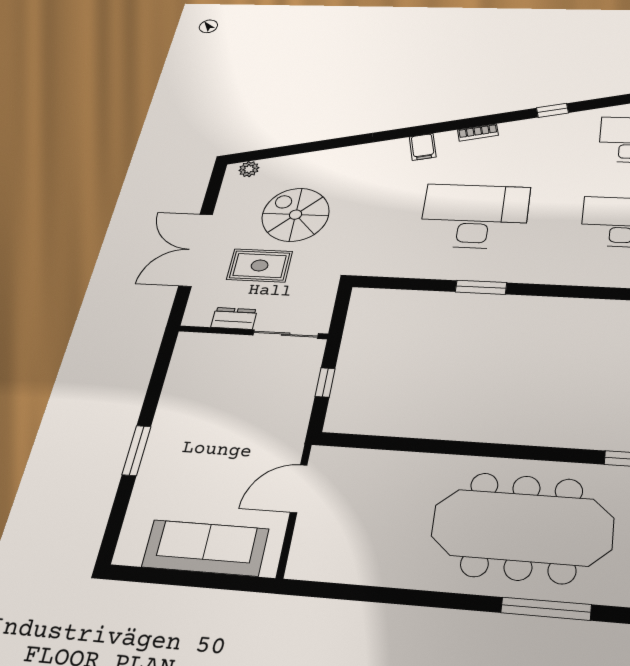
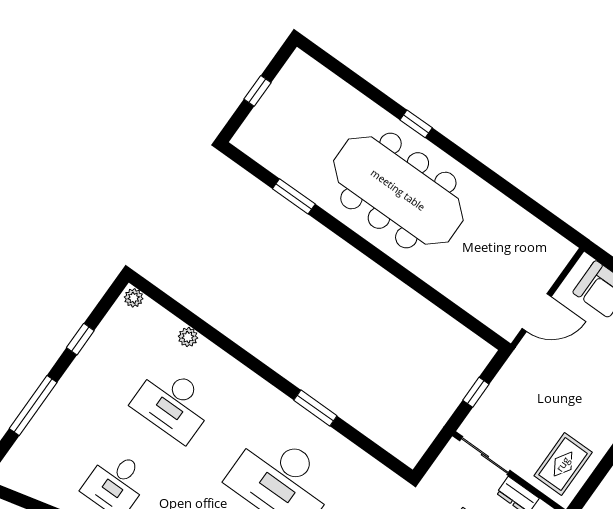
rug: (200, 367) -> (563, 464), added
window: (546, 609) -> (416, 124), width x0.46

